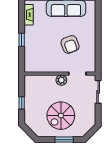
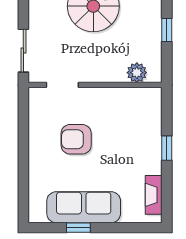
armchair: (70, 44) -> (76, 139), turned -69
plant: (61, 80) -> (137, 73), moved

